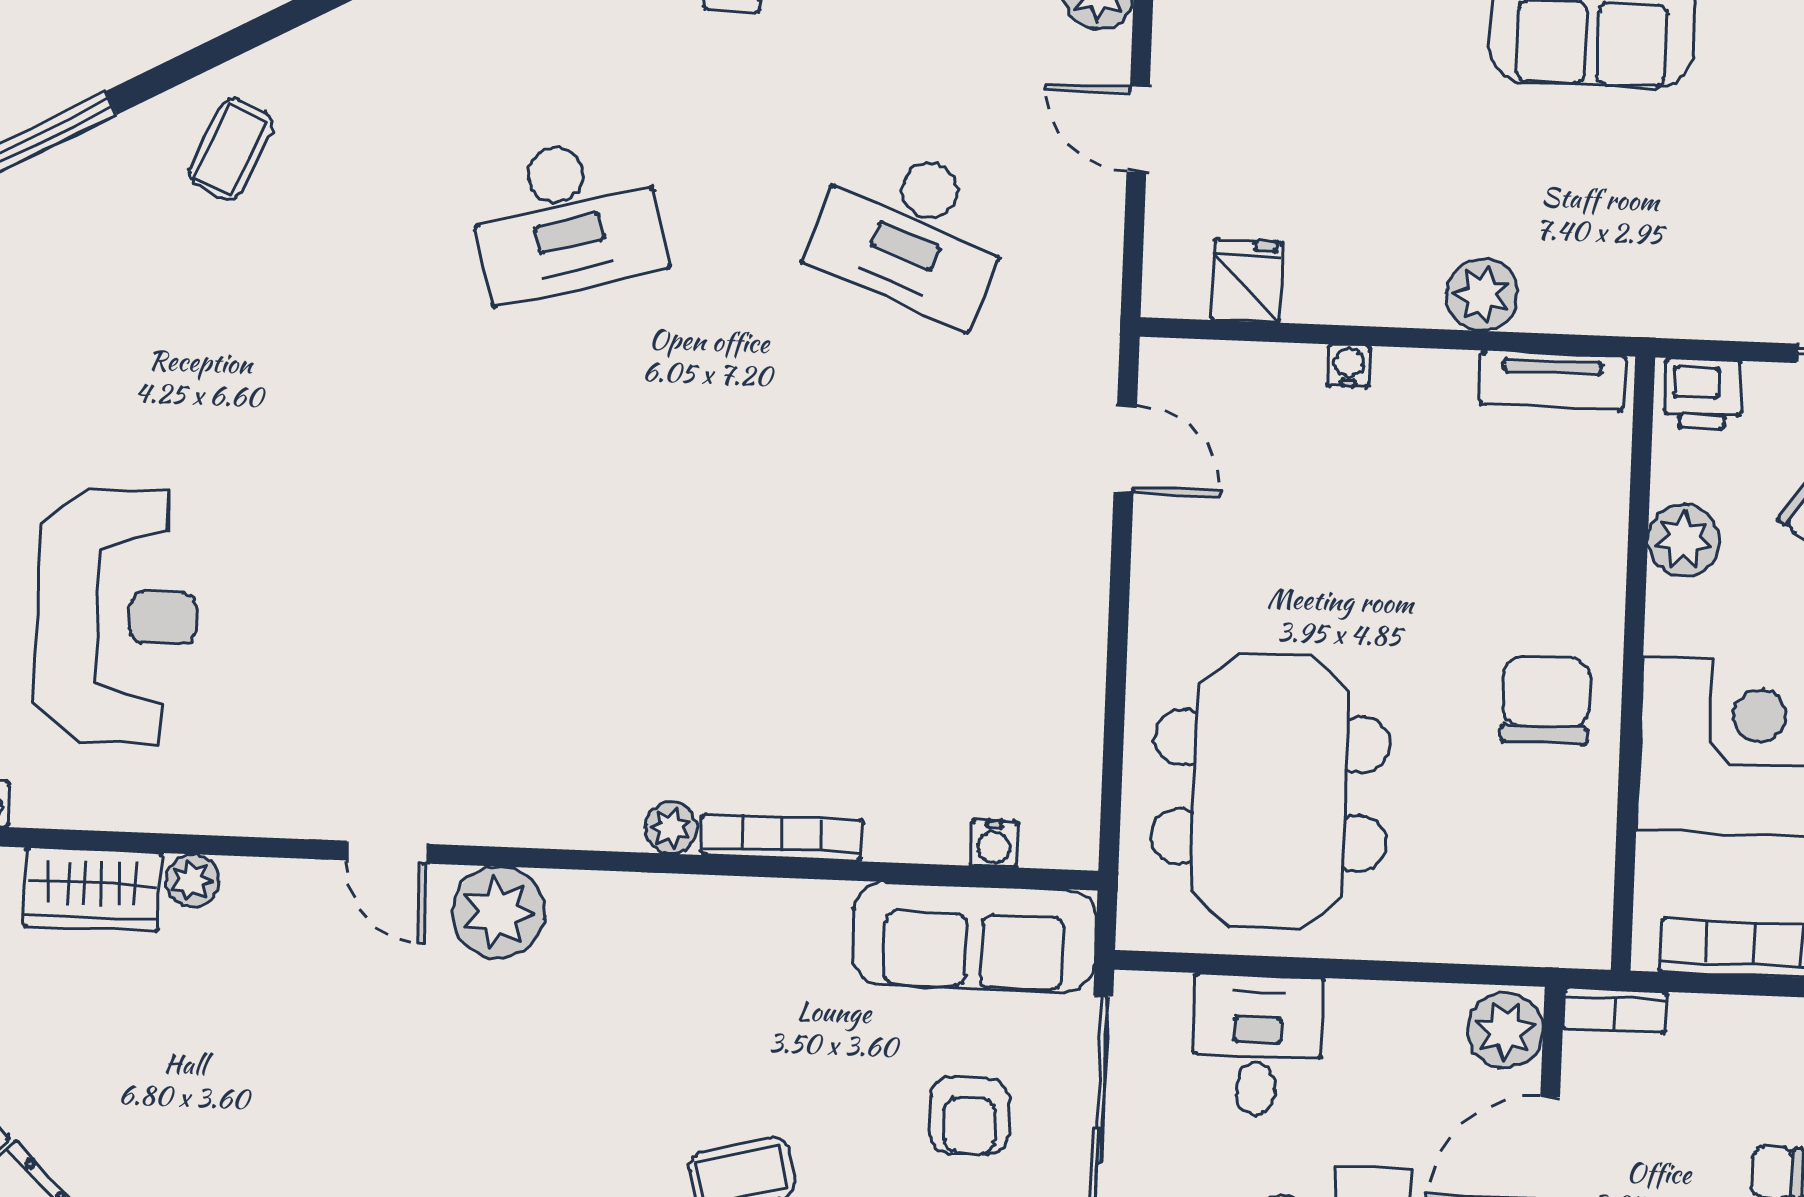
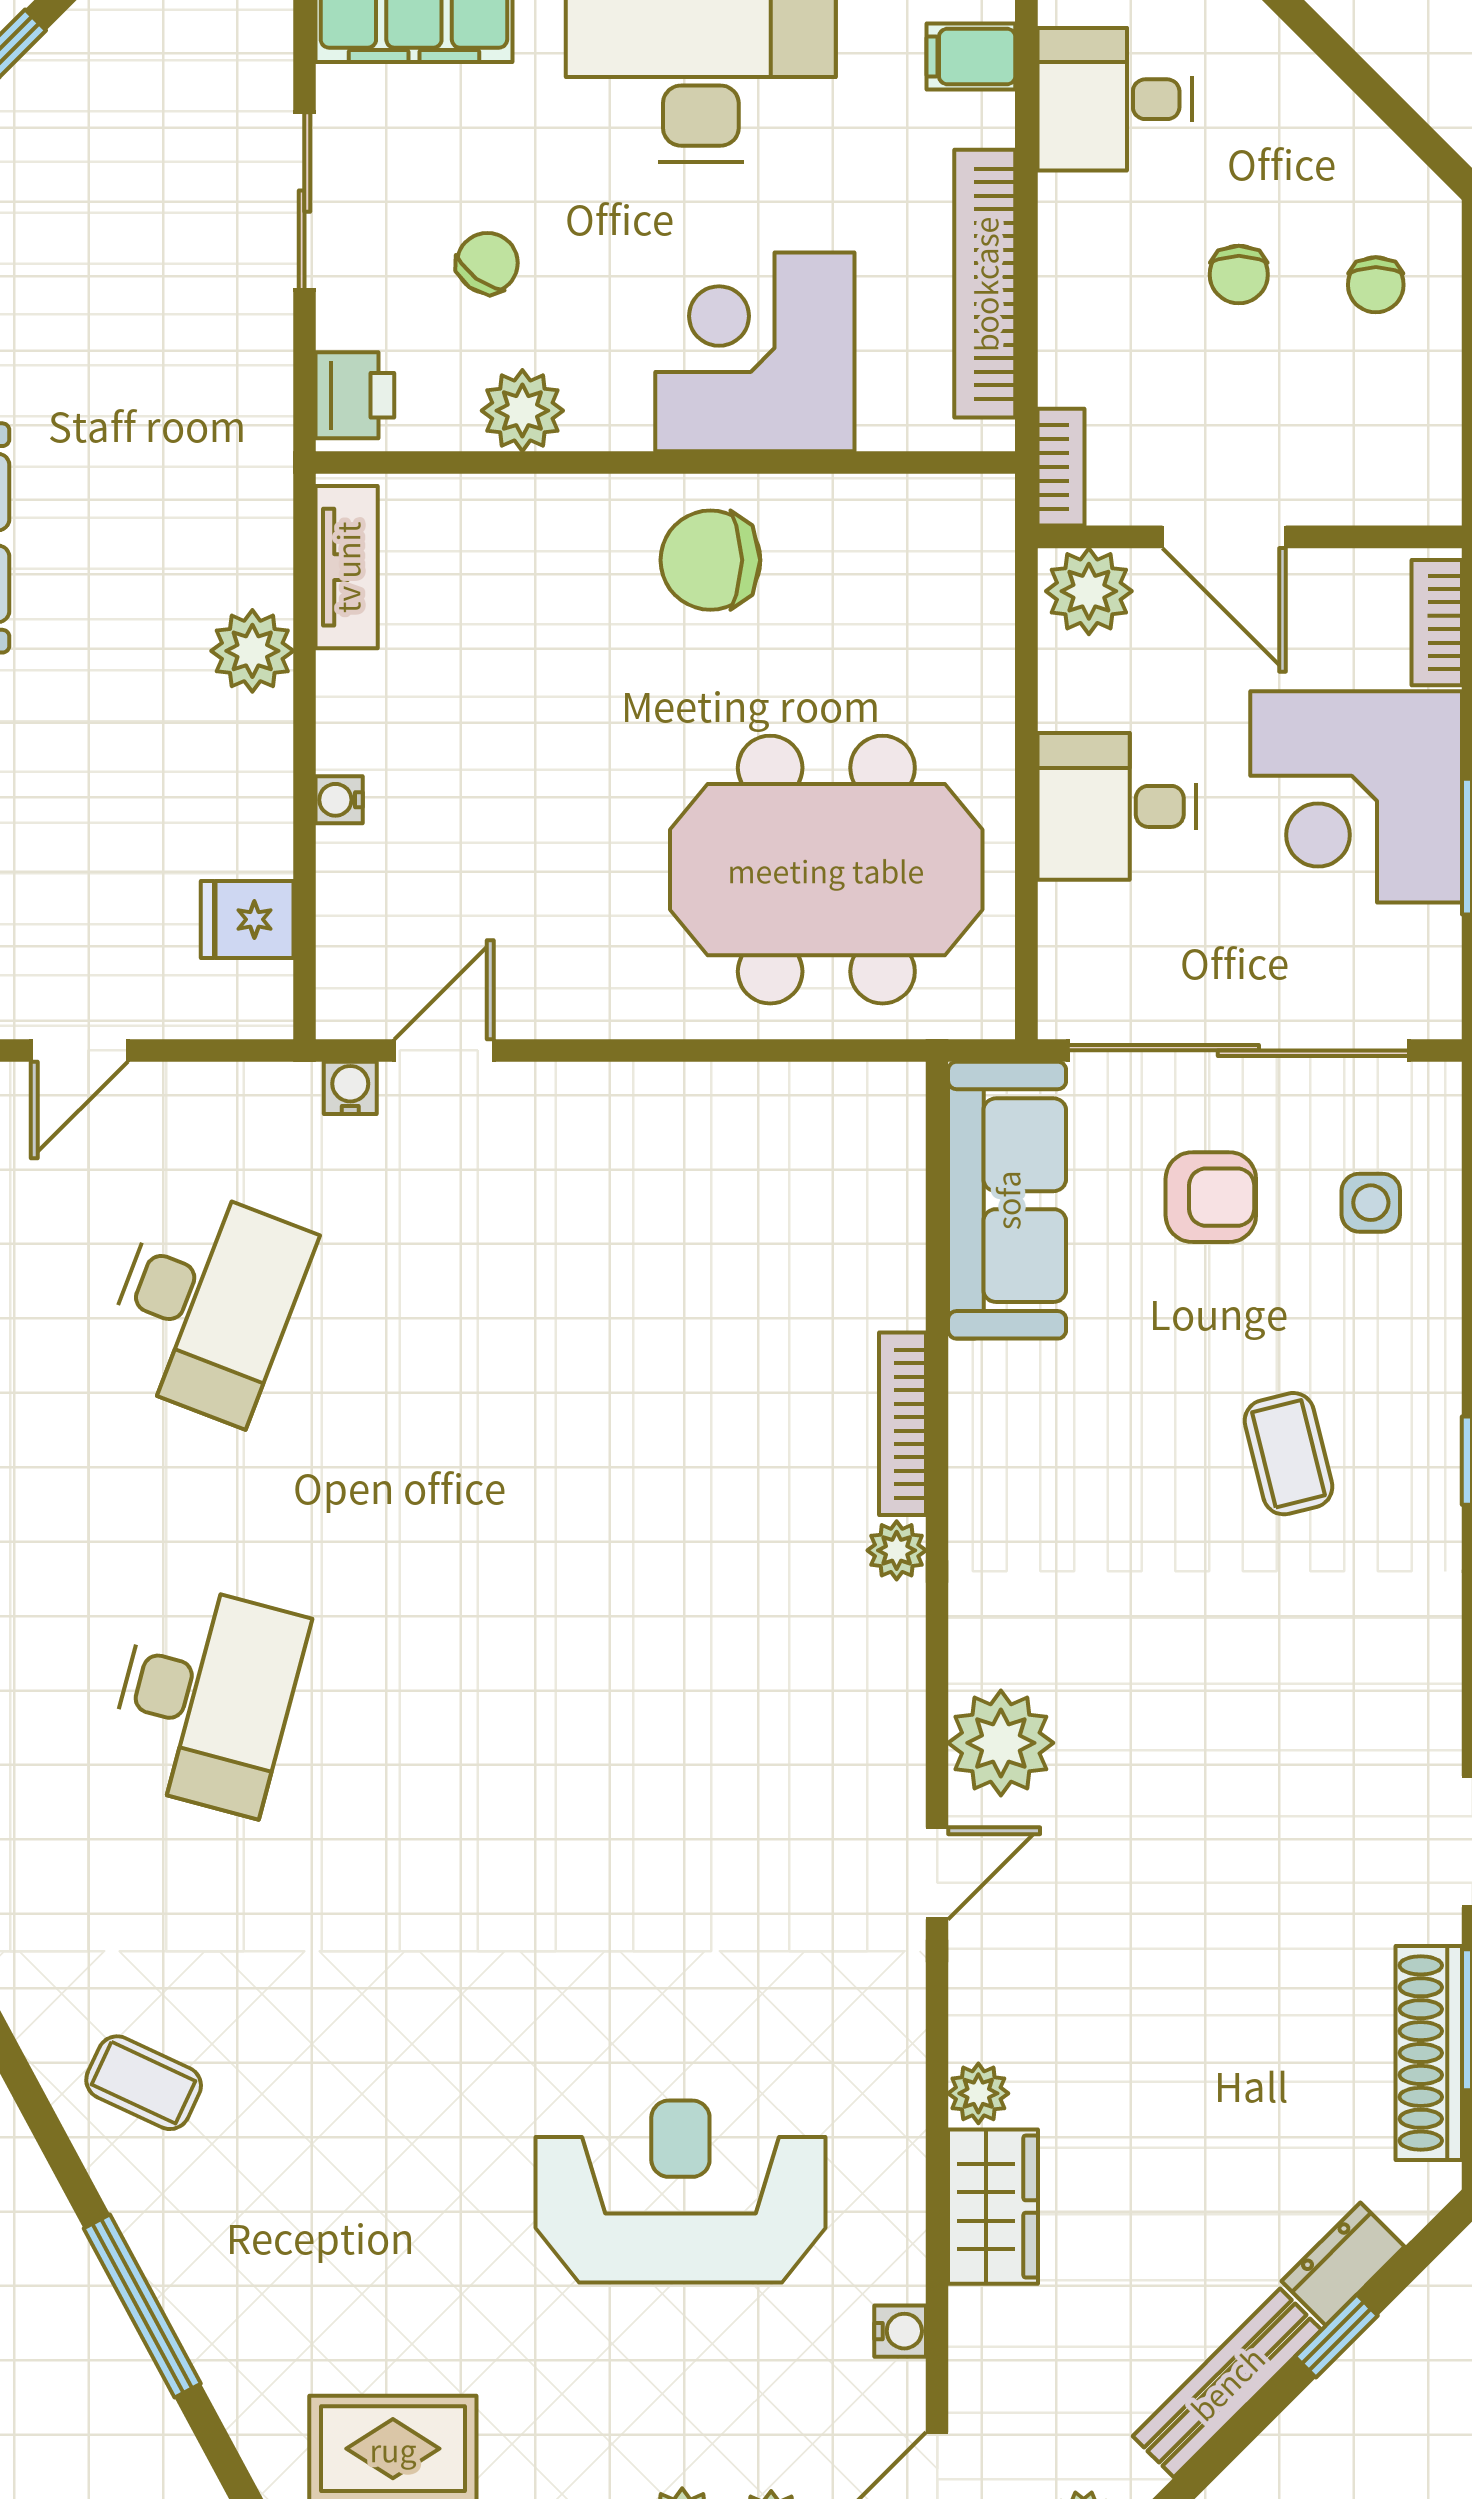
desk: (566, 218) -> (206, 1698), turned 30
water cooler: (994, 844) -> (350, 1088), moved, turned -90
desk: (1257, 1045) -> (1117, 806), moved

